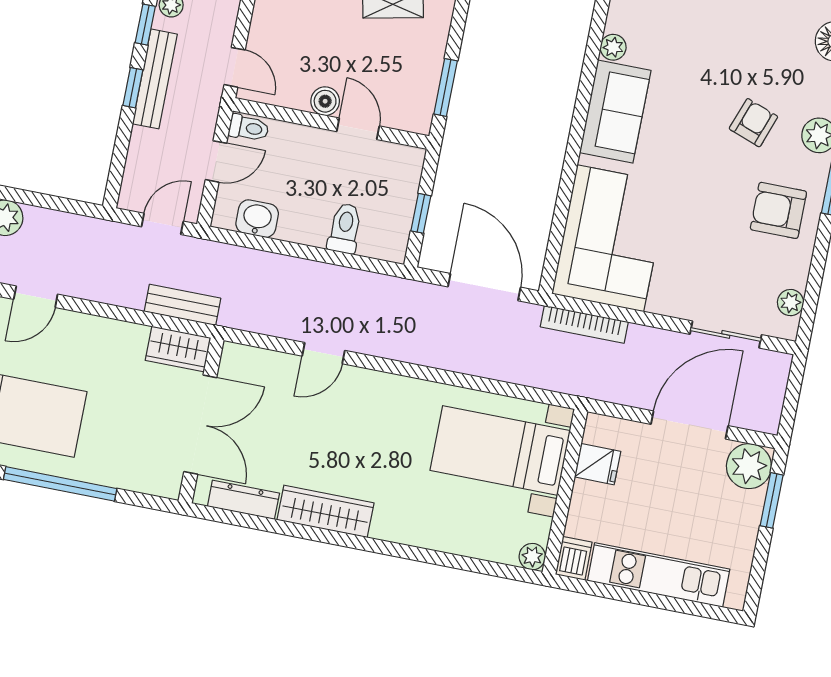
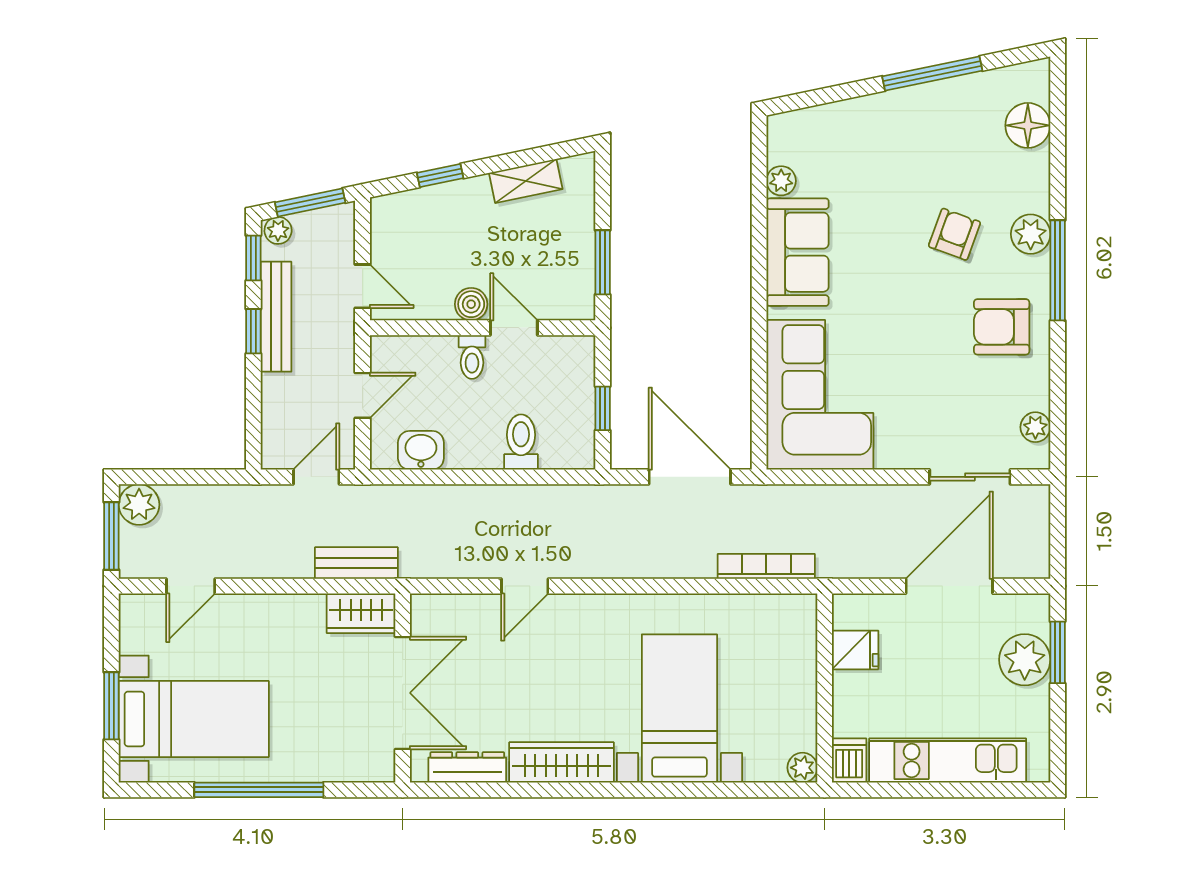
toilet: (249, 128) -> (472, 357), moved, turned 90
bookcase: (584, 324) -> (766, 566), moved, turned 180
bed with nightstands: (500, 450) -> (679, 708), moved, turned 90
plant: (749, 466) -> (1025, 660), moved

